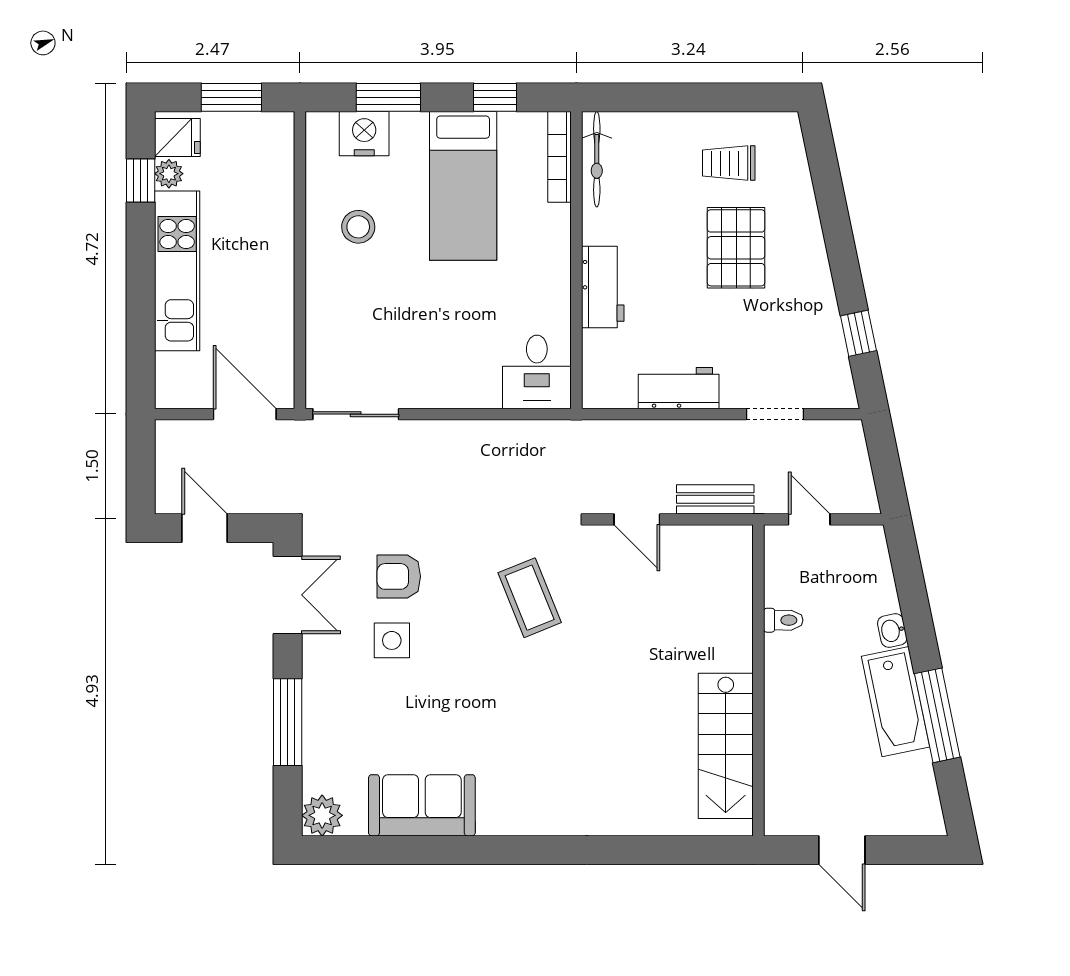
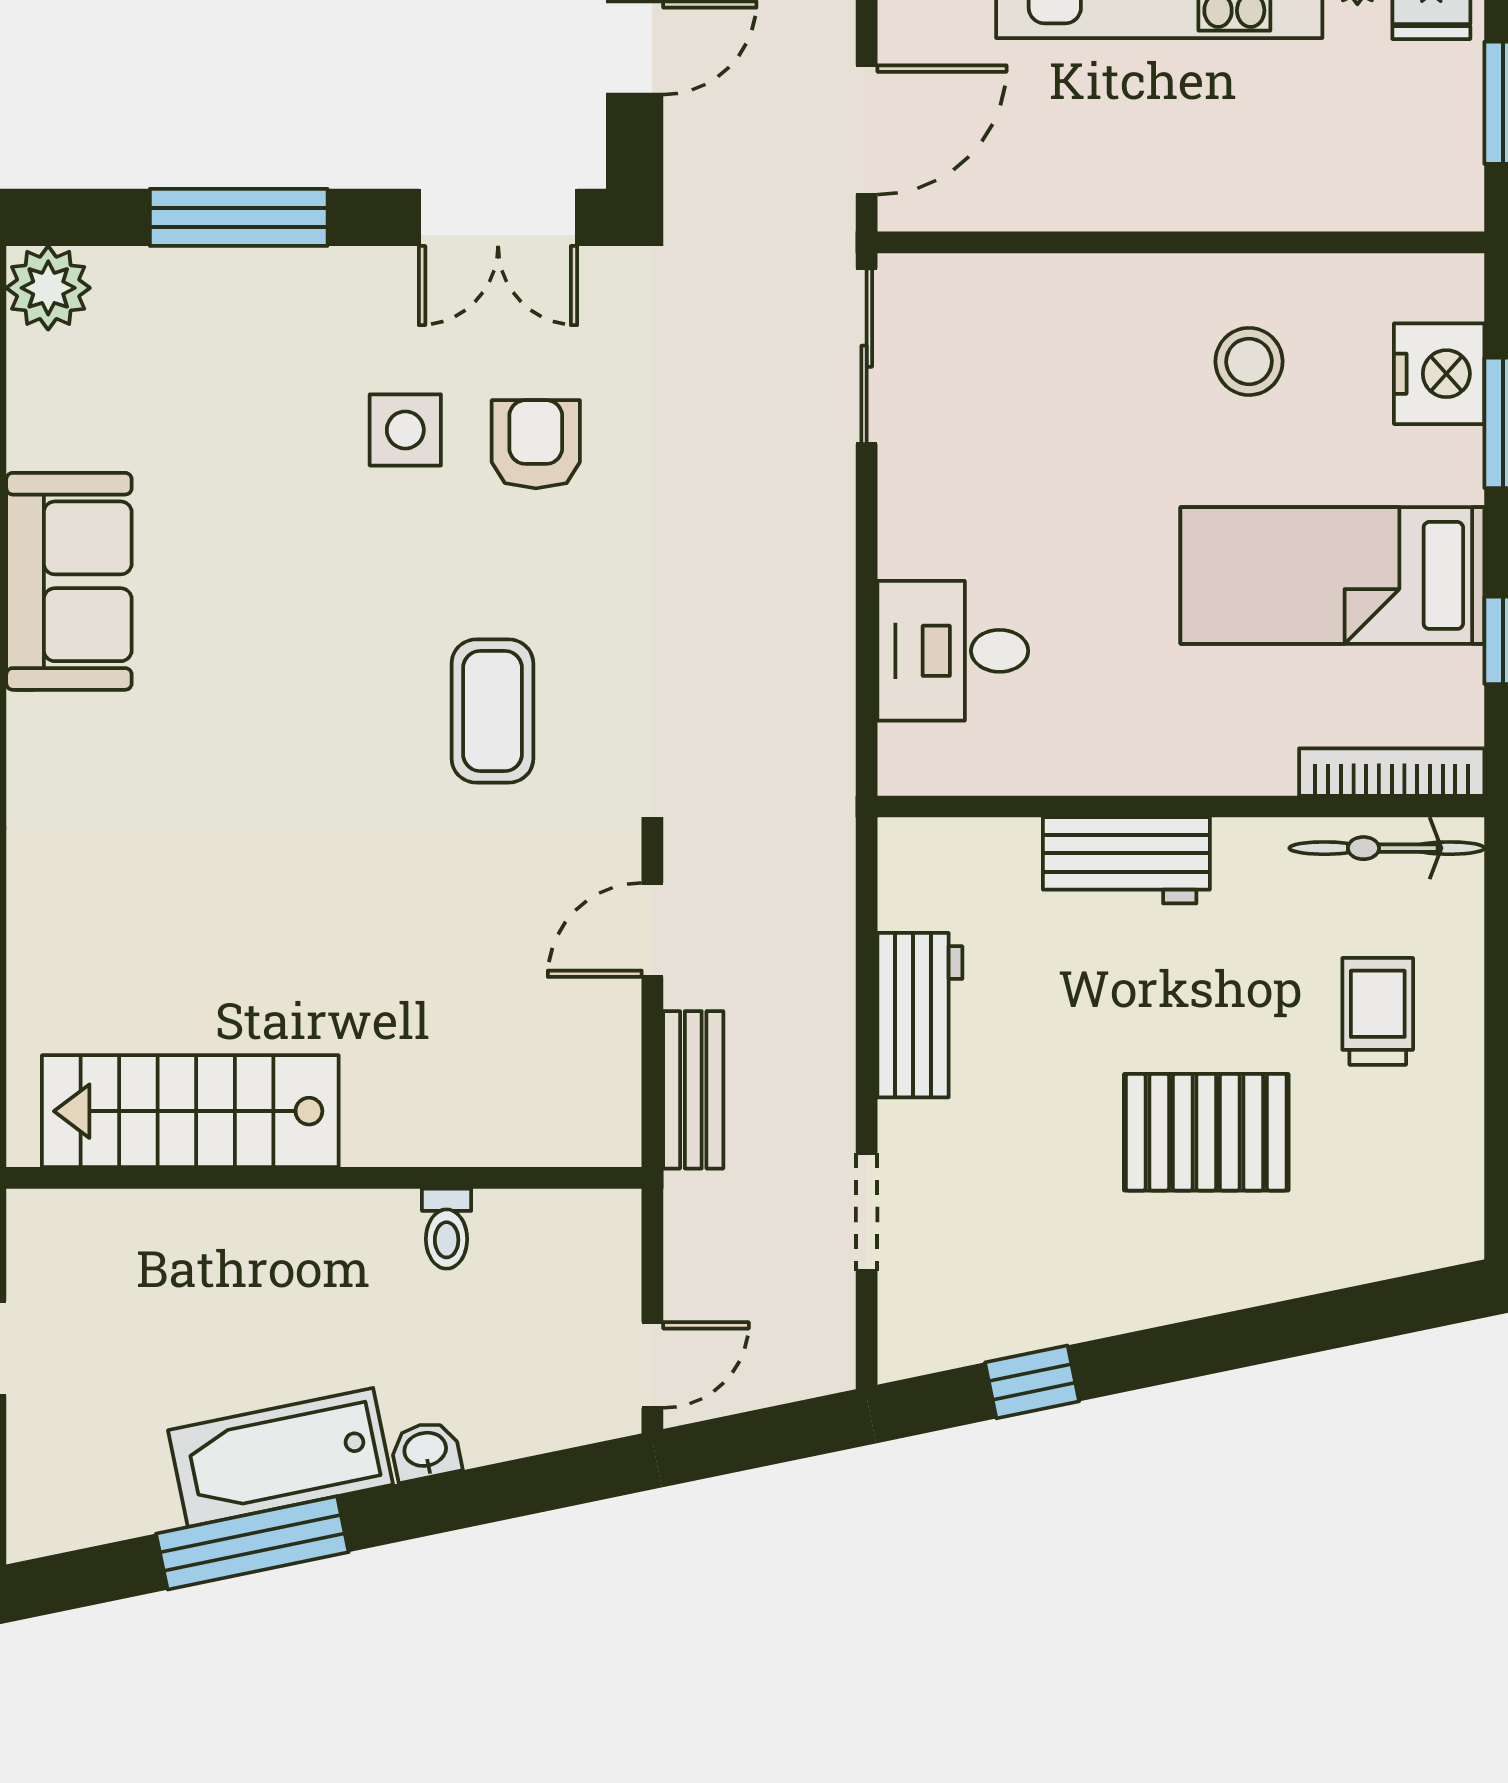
trolley: (729, 163) -> (1378, 1011), moved
desk: (537, 372) -> (953, 651), moved
door: (809, 519) -> (652, 1365), moved
coffee table: (530, 598) -> (492, 711), turned -68
sofa: (422, 805) -> (69, 581), moved

